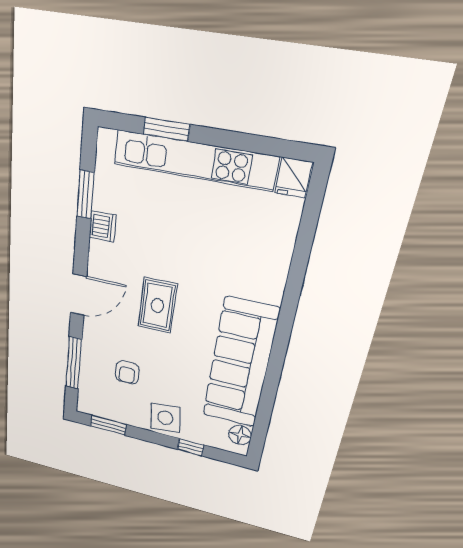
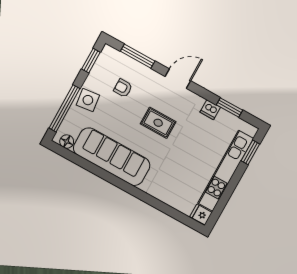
window: (166, 129) -> (250, 152), moved
door: (78, 295) -> (178, 79), swing flipped
window: (191, 447) -> (65, 108), width x3.17

